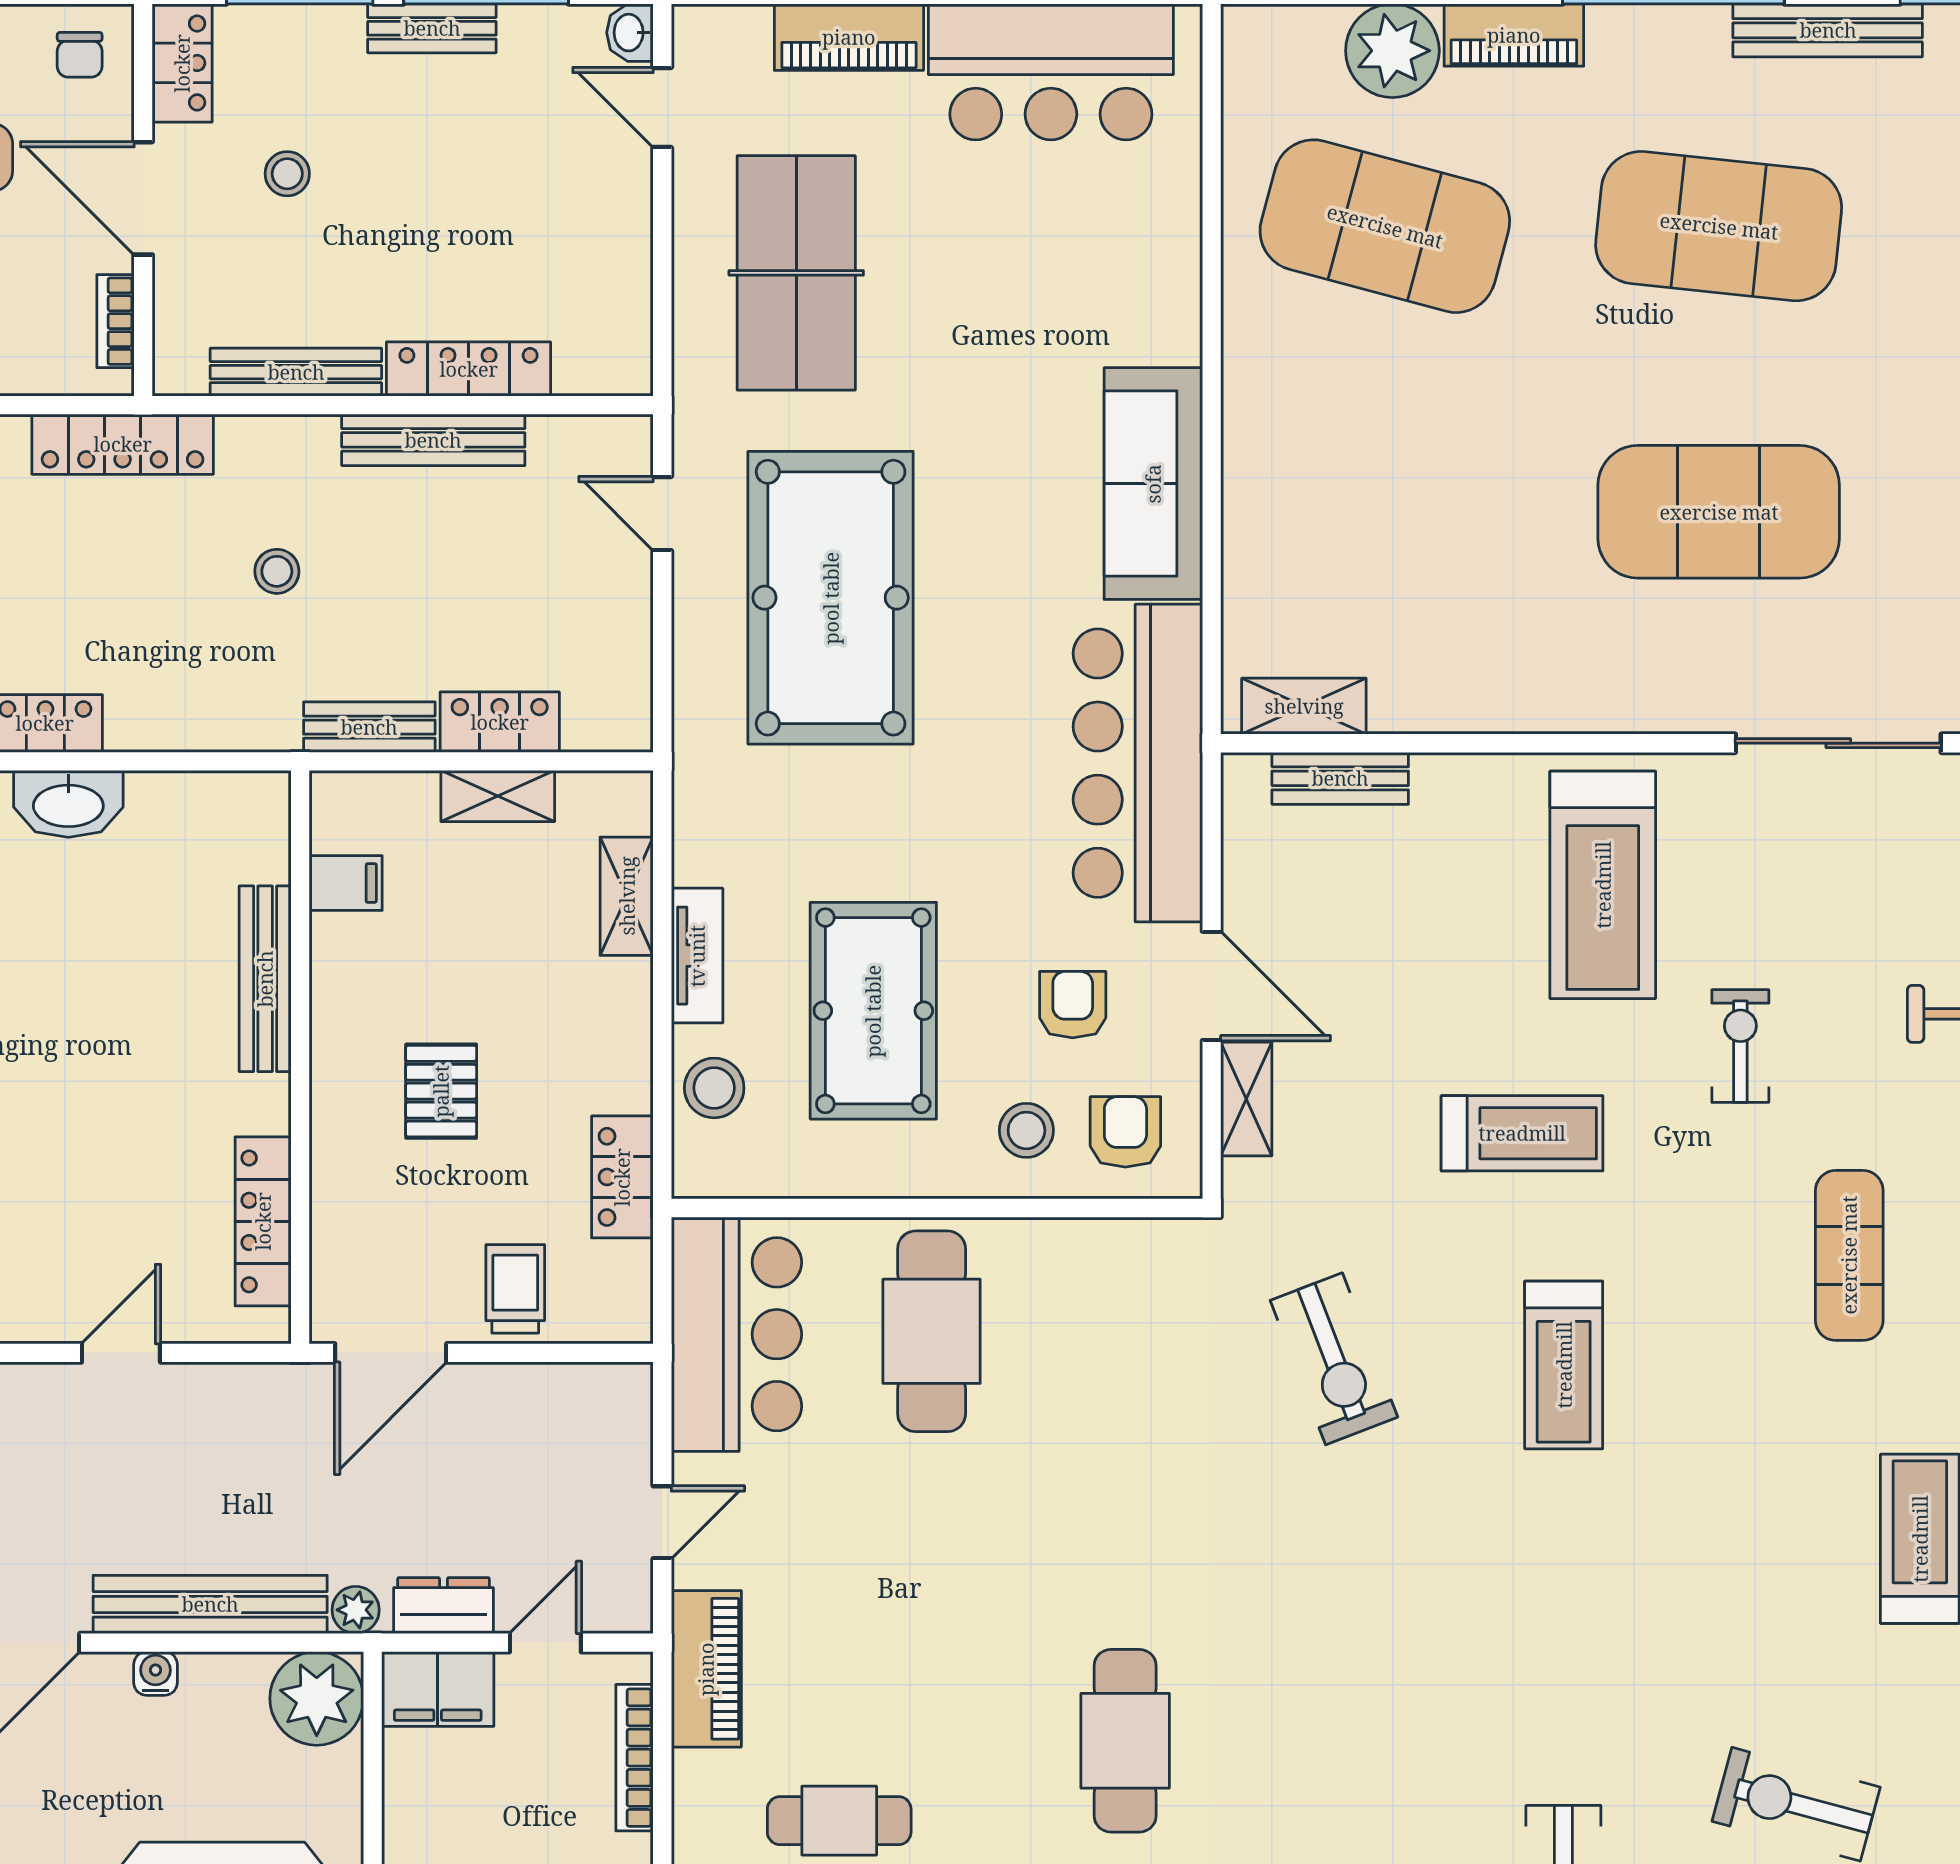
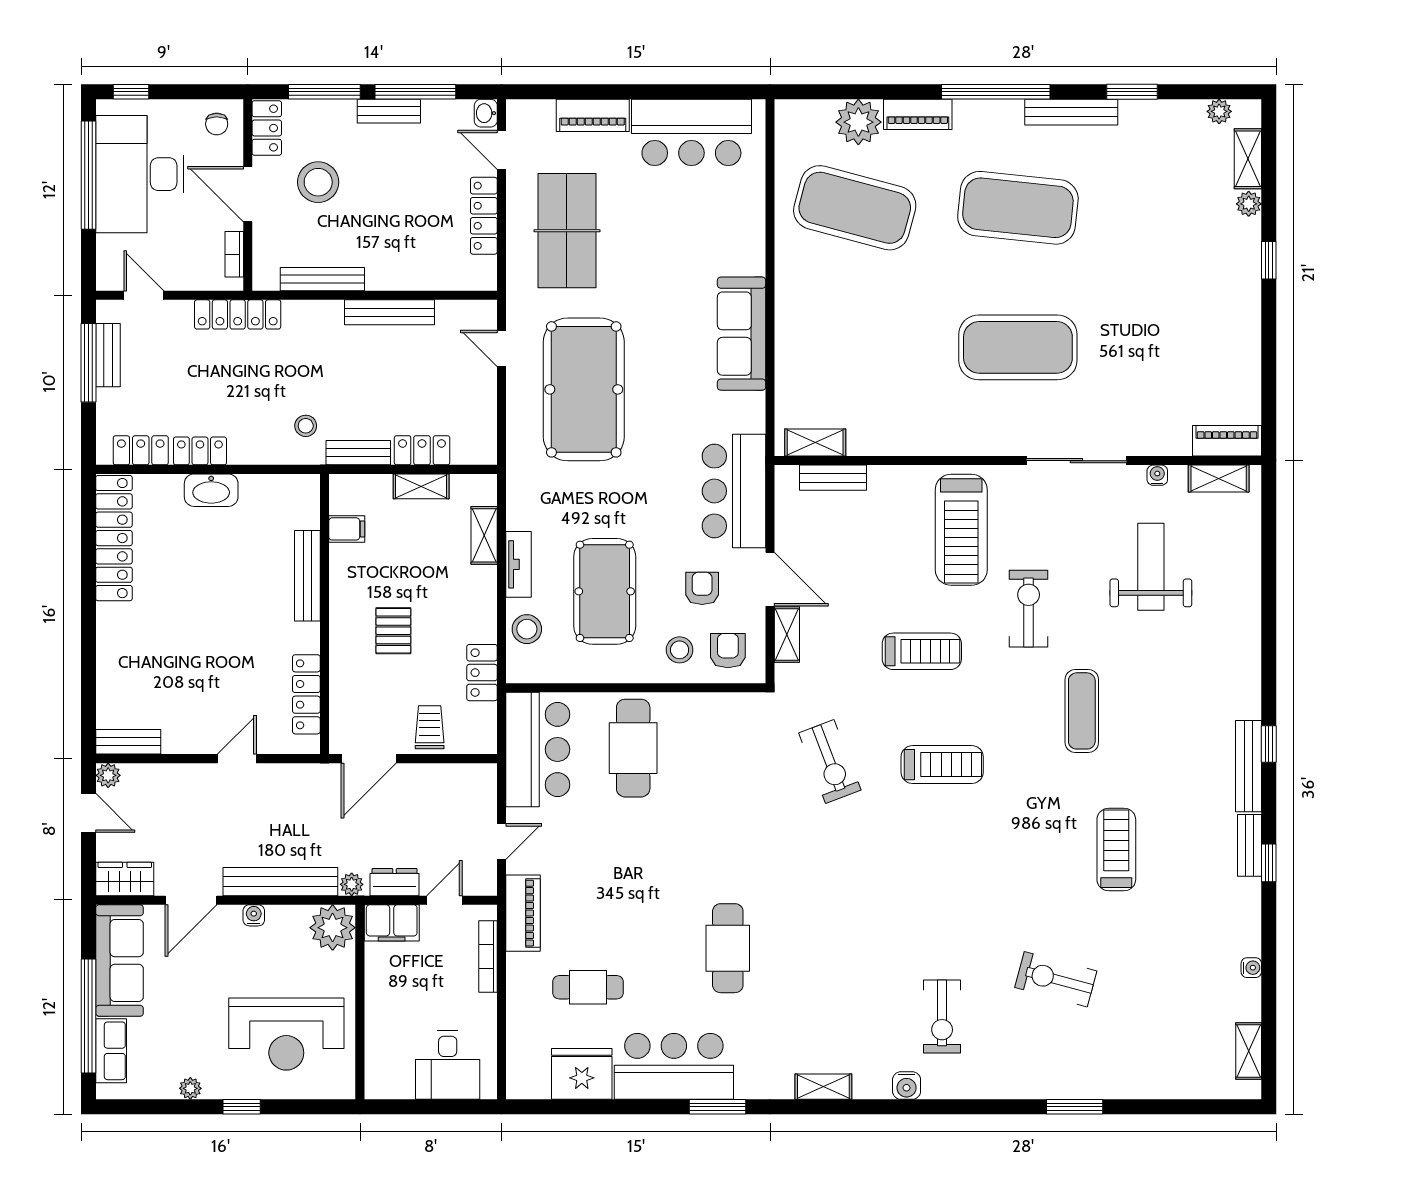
stool: (287, 174) -> (318, 182), width x1.89, depth x1.89
locker: (469, 369) -> (484, 216), moved, turned -90
stool: (277, 571) -> (306, 426), moved
bar counter: (1138, 763) -> (734, 491), width x0.73
exercise bike: (1740, 1046) -> (1029, 609), width x1.38, depth x1.39
treadmill: (1564, 1365) -> (942, 765), turned -90

